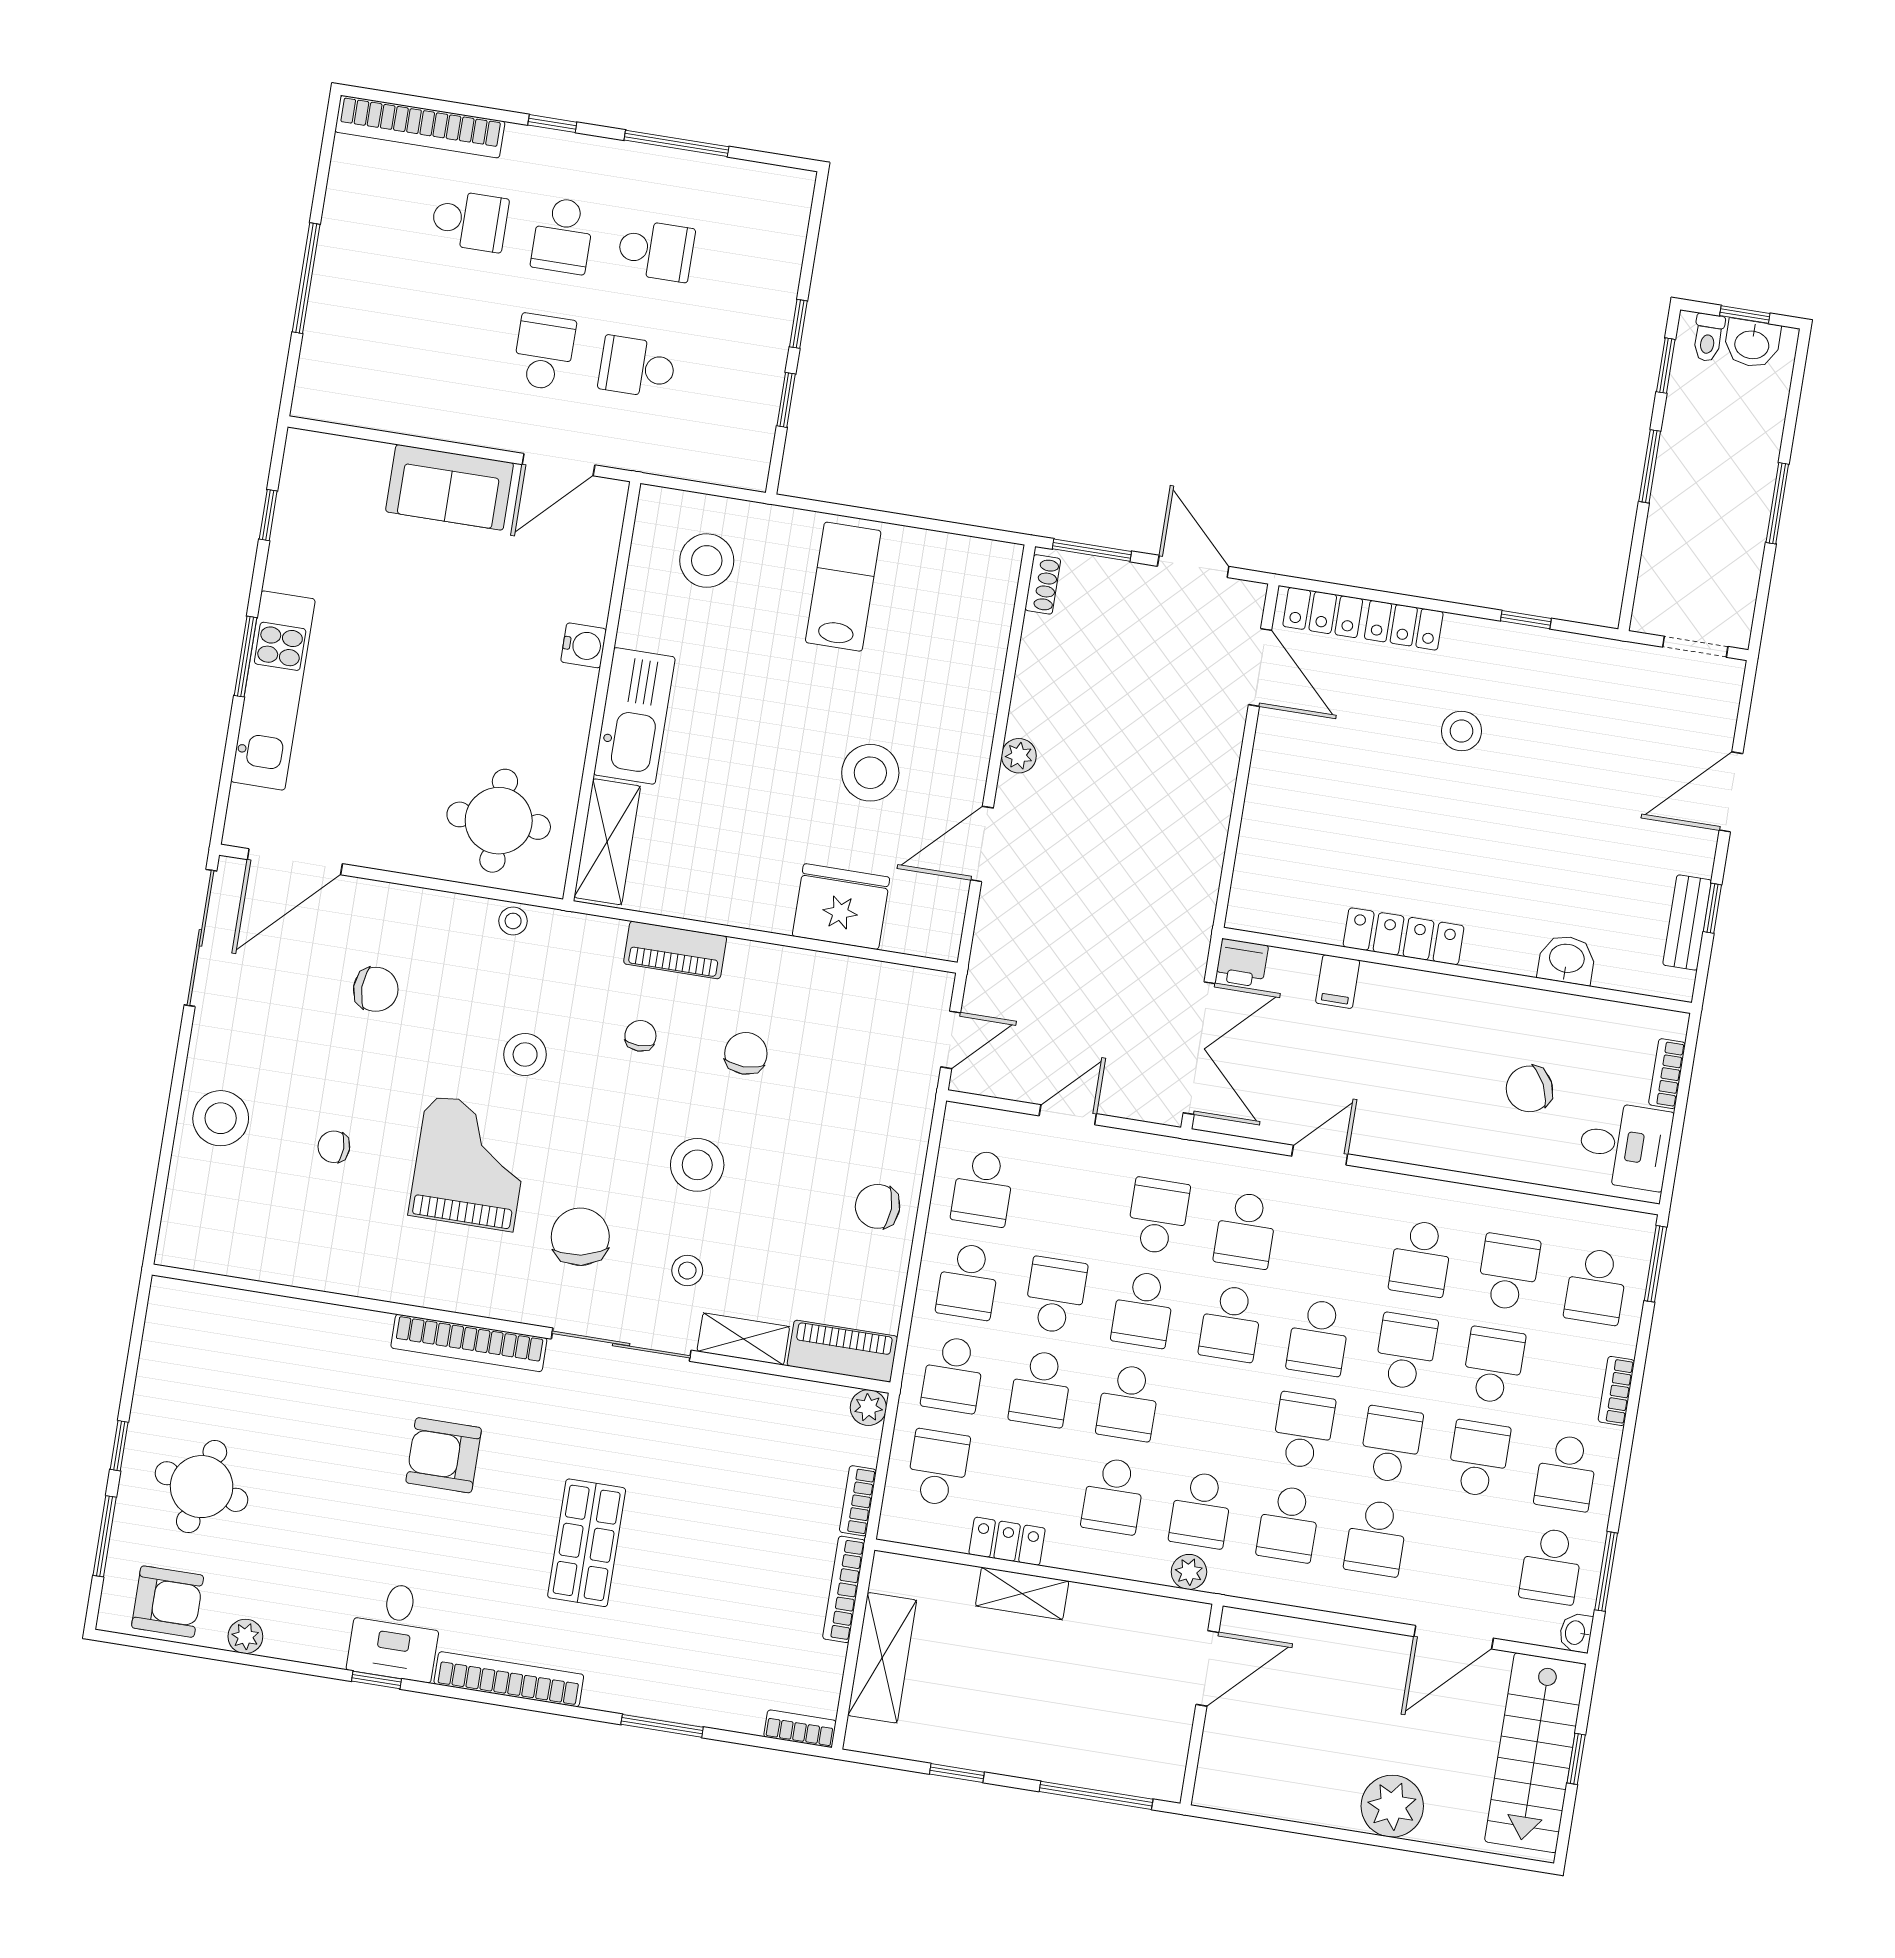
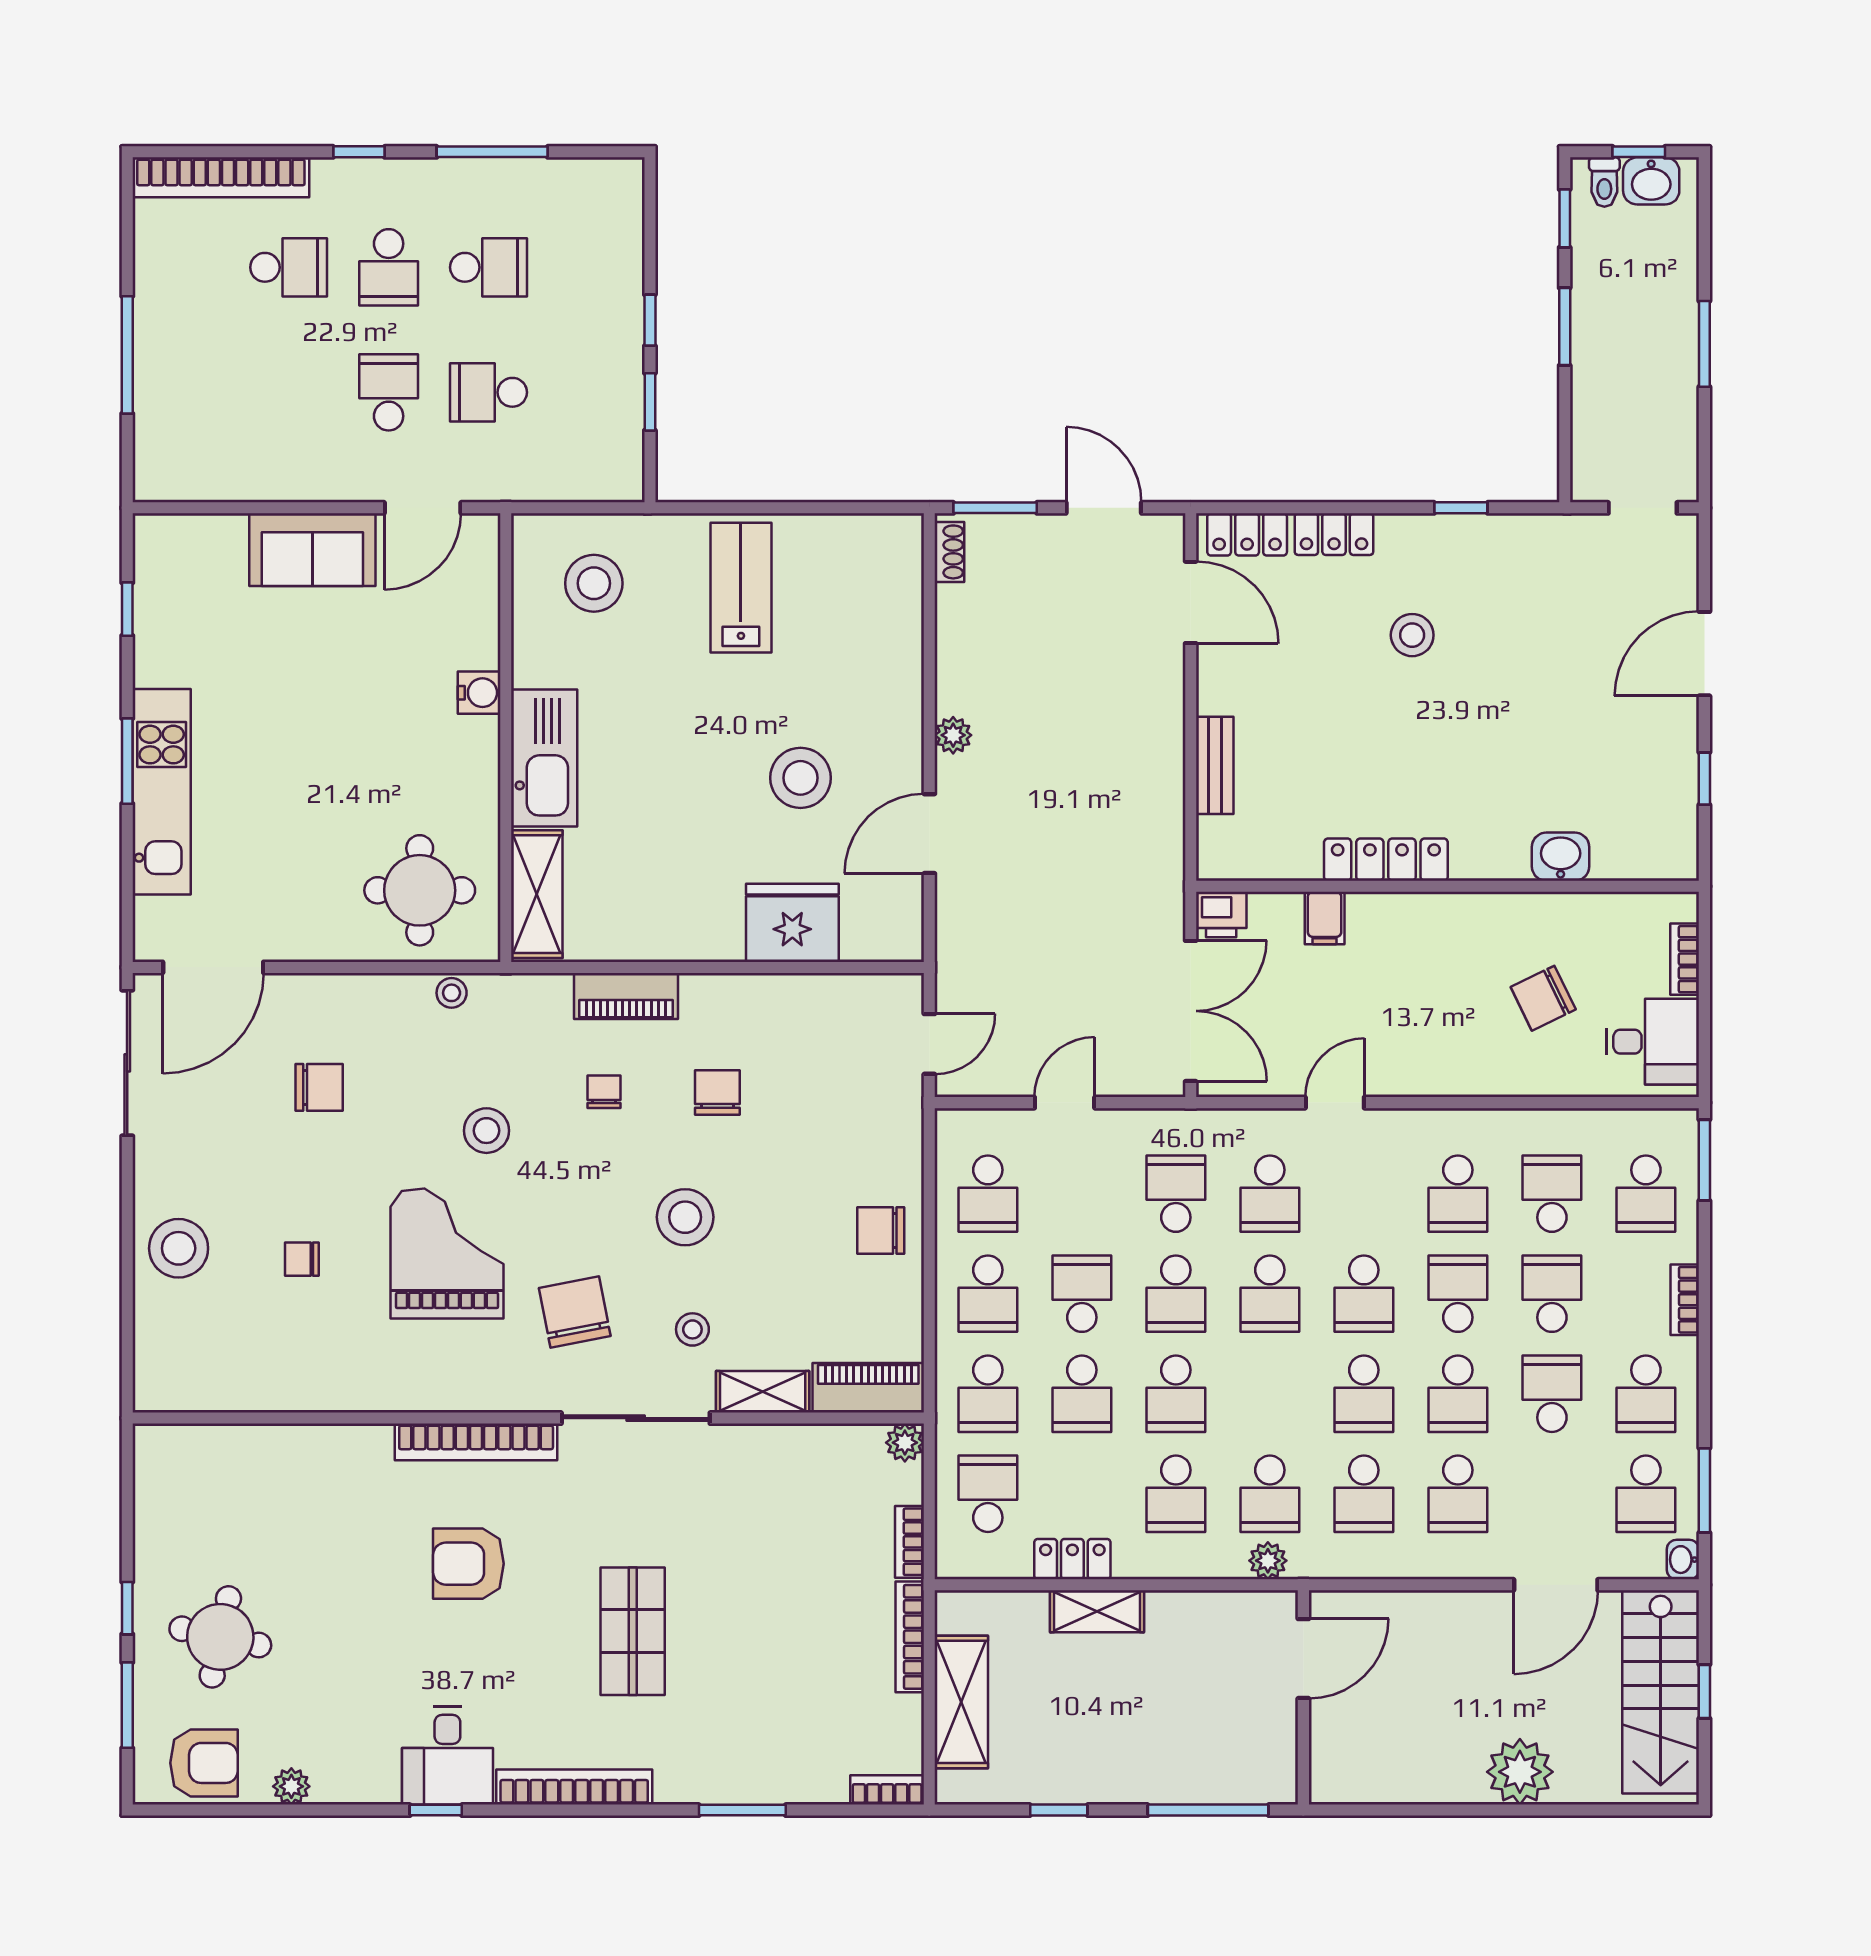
bench: (1687, 922) -> (1215, 765), moved
school desk: (1303, 1431) -> (1364, 1394), turned 180
school desk: (1391, 1445) -> (1458, 1394), turned 180

